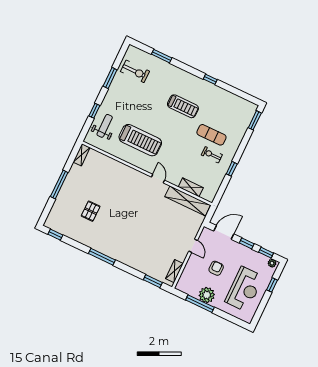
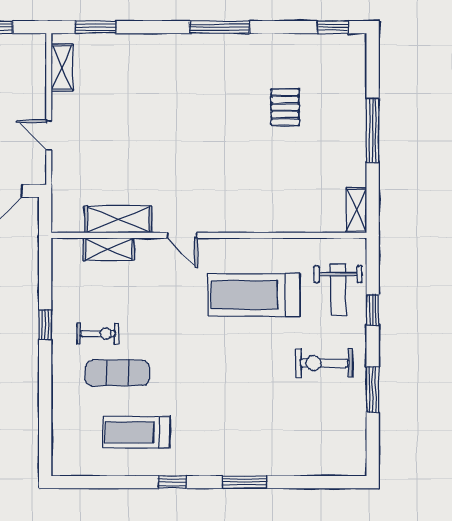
window: (162, 56) -> (244, 482), moved
exercise bike: (135, 71) -> (324, 363), moved
treadmill: (183, 106) -> (136, 432), moved
window: (255, 120) -> (45, 443), removed
shelving: (188, 201) -> (118, 219), width x0.68

